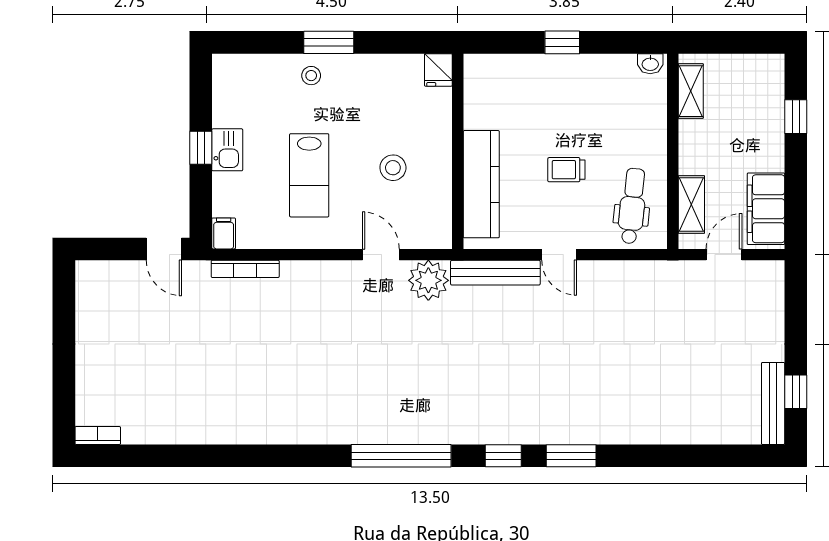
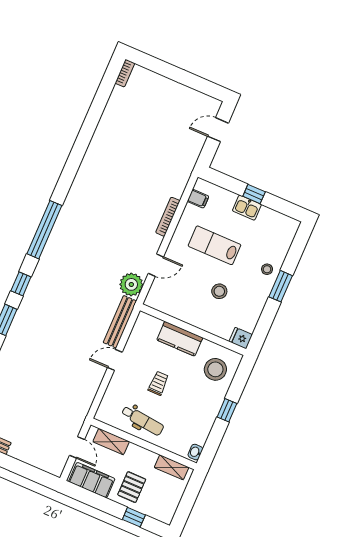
stool: (505, 89) -> (215, 369), added
pallet: (749, 141) -> (132, 487), added
stool: (393, 168) -> (219, 291), moved
kitchen counter: (481, 184) -> (180, 339), width x0.67
dental chair: (632, 206) -> (143, 420), moved
filing cabinet: (224, 233) -> (198, 199), moved
door: (164, 249) -> (218, 130), moved
bookcase: (245, 269) -> (168, 217), moved

